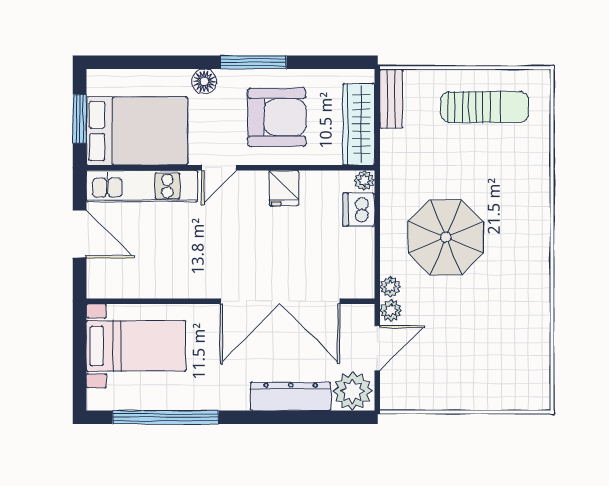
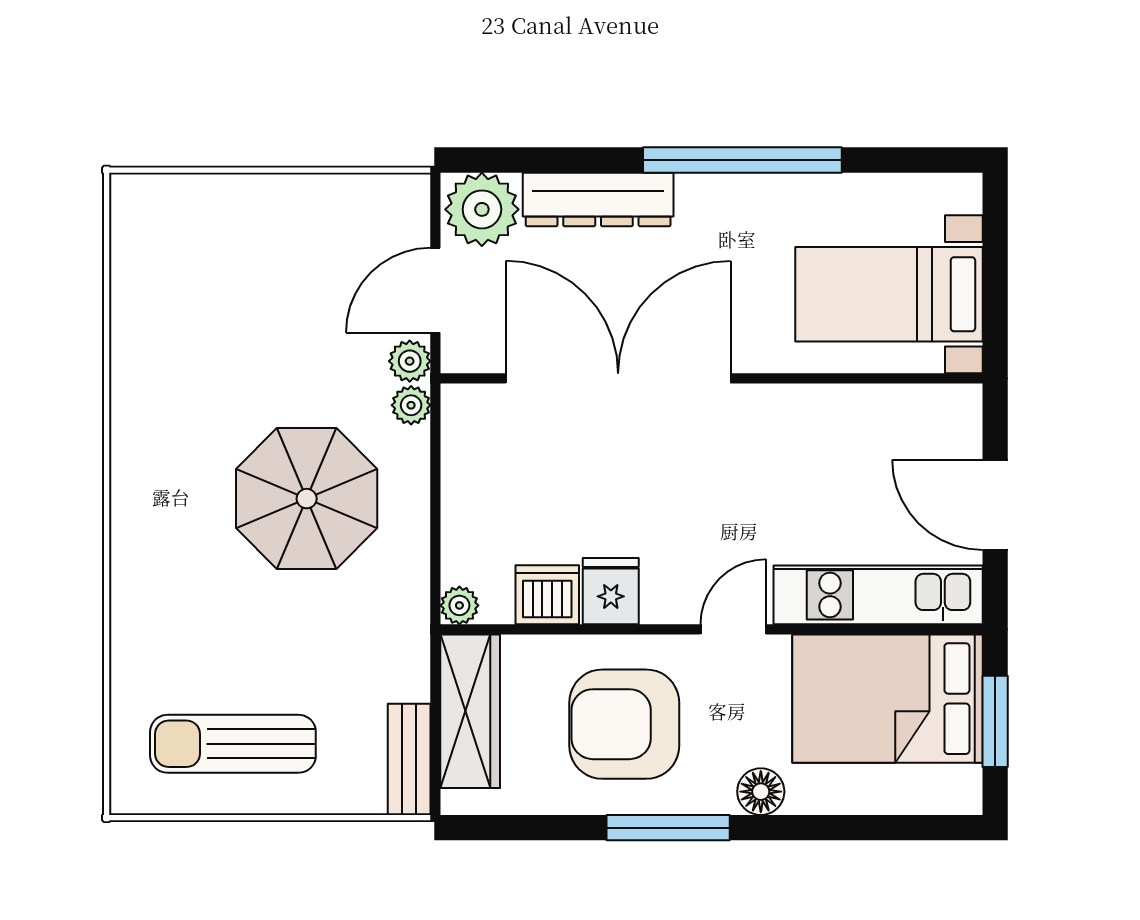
dishwasher: (359, 210) -> (547, 595), moved, turned -90
window: (166, 417) -> (742, 160), moved

